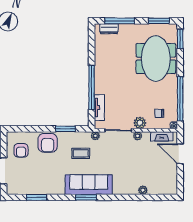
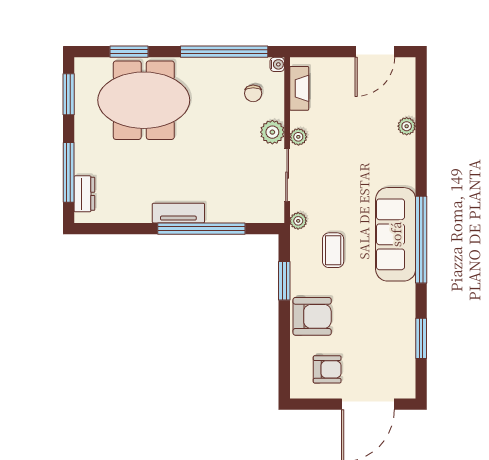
window: (180, 39) -> (129, 52), moved
tv unit: (99, 108) -> (178, 213), moved
door: (180, 154) -> (375, 52), moved
window: (86, 197) -> (421, 240), width x2.11

